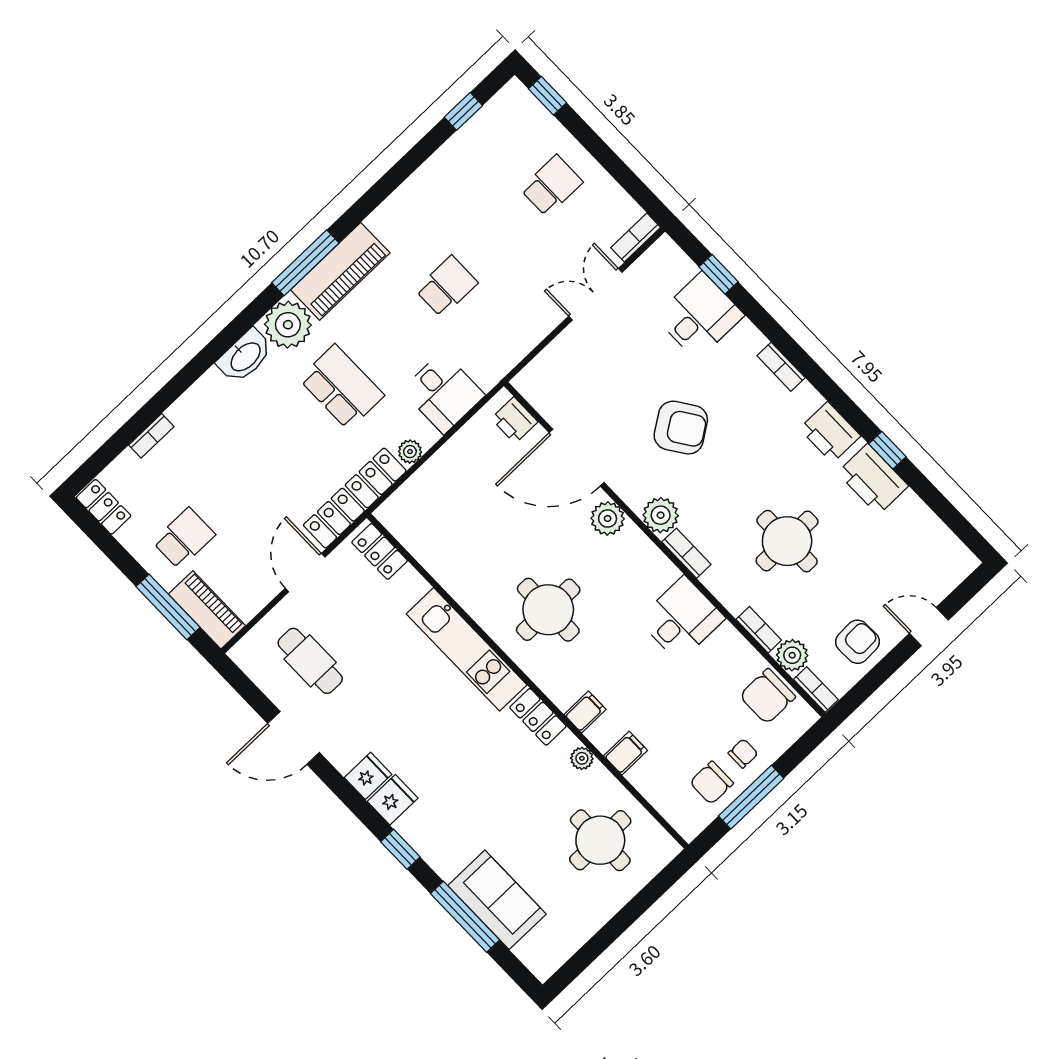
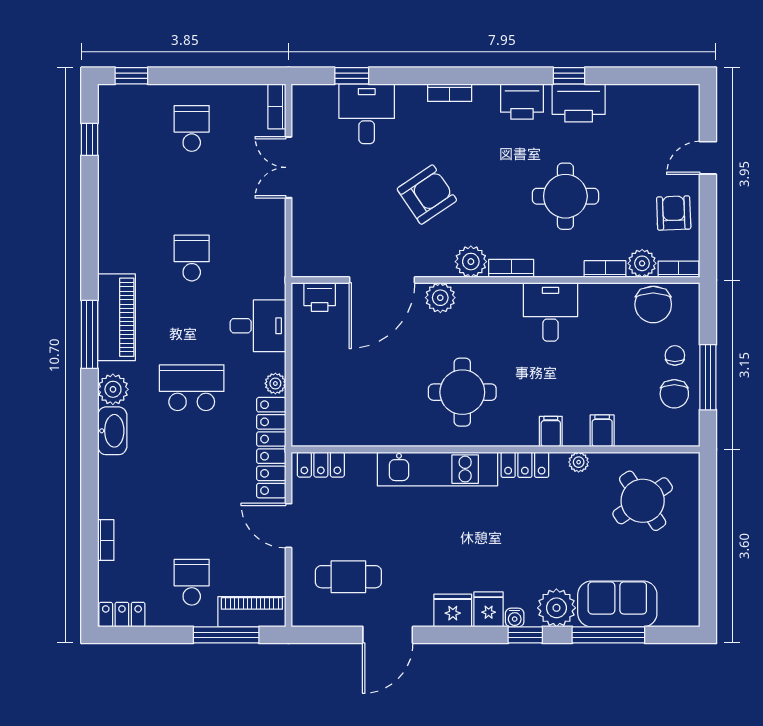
plant: (288, 325) -> (113, 389), width x0.73, depth x0.73
fridge: (368, 776) -> (453, 610), width x1.38
water cooler: (406, 827) -> (515, 618), added
round table: (600, 840) -> (643, 501), turned -34
plant: (447, 854) -> (556, 608), added

